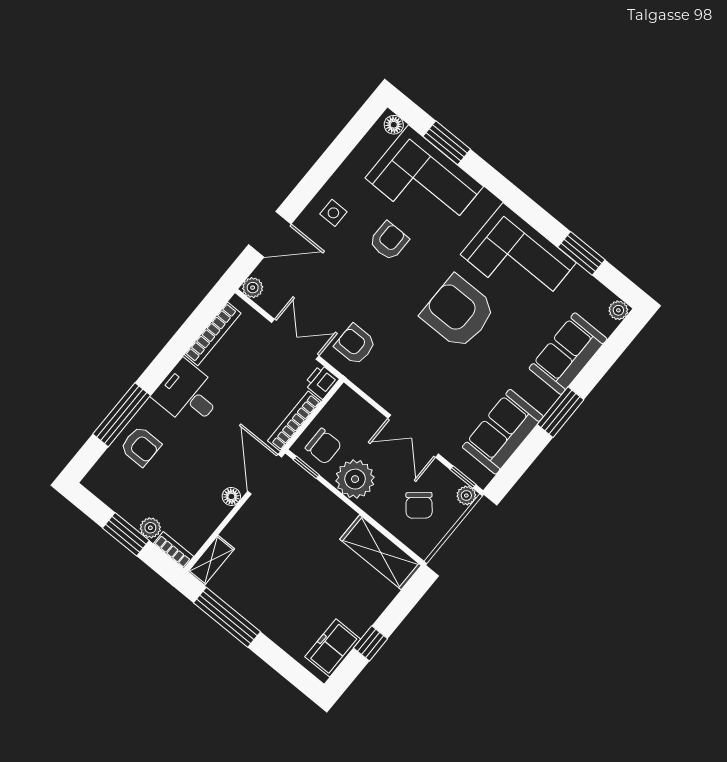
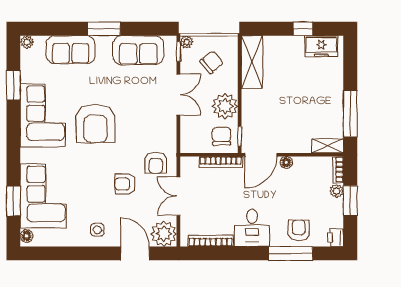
armchair: (389, 241) -> (125, 184), moved
plant: (253, 288) -> (164, 234), width x1.88, depth x1.88
printer: (322, 382) -> (335, 238), moved, turned 90

